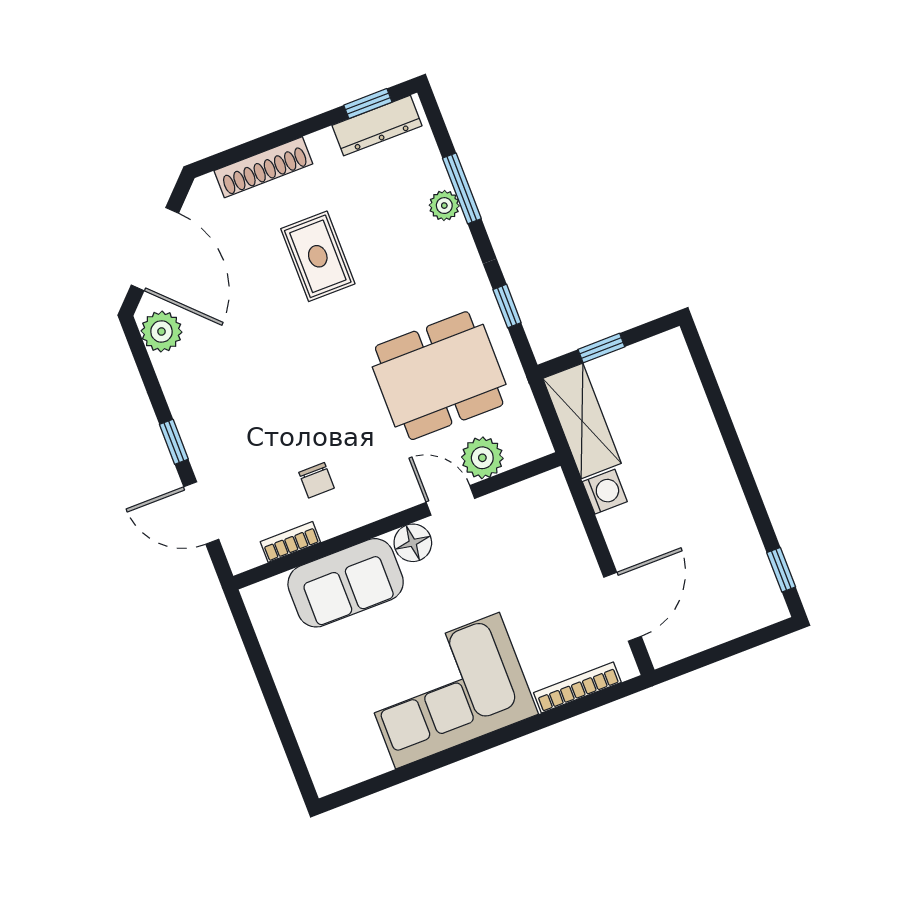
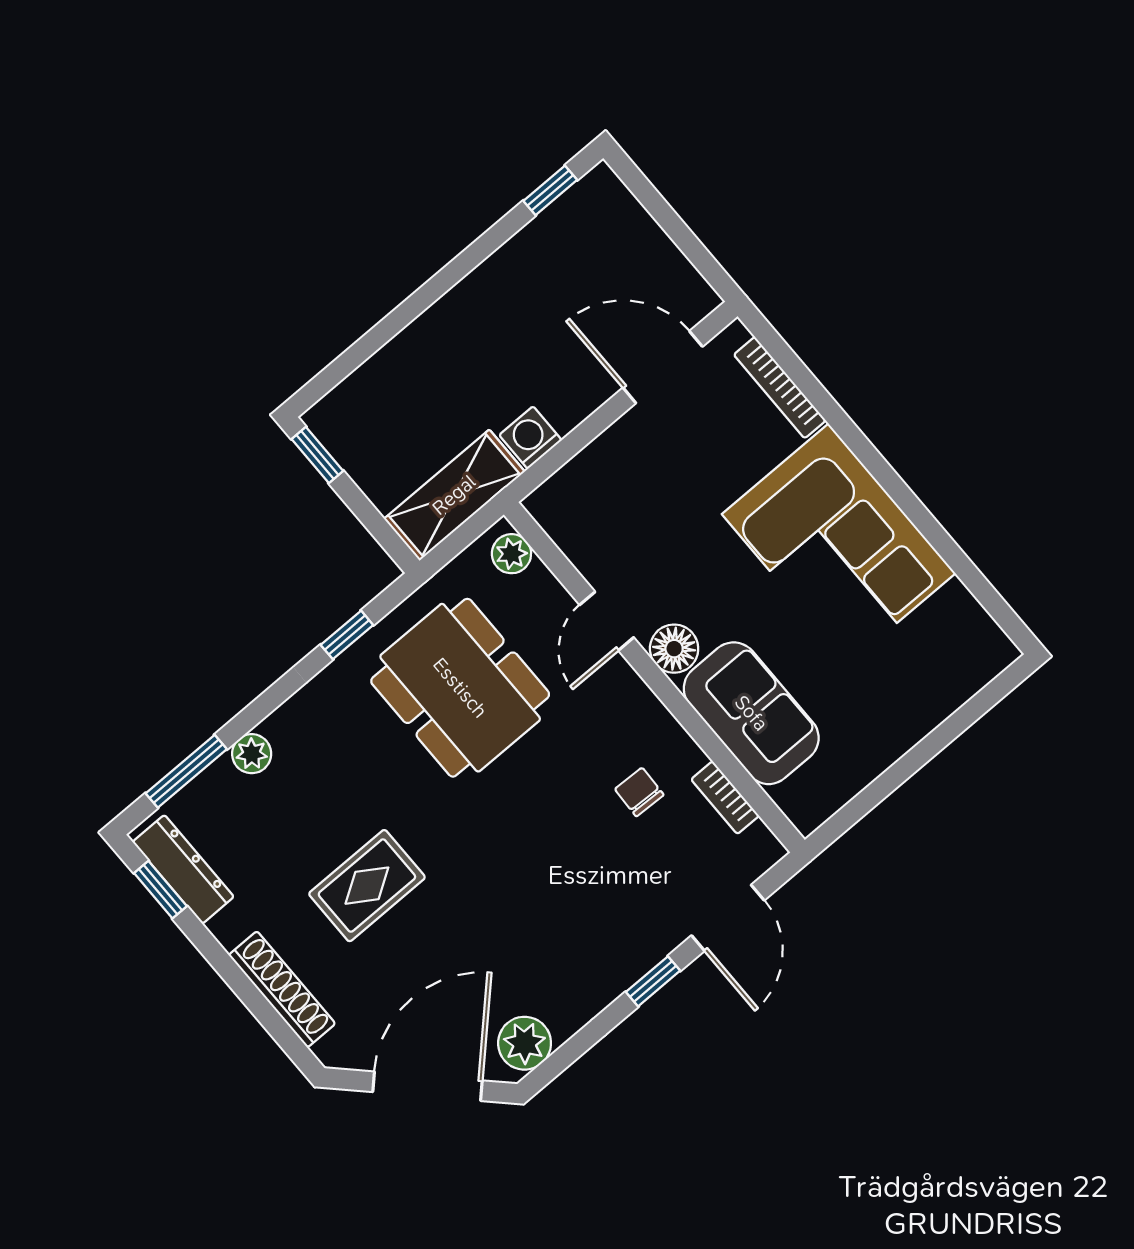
window: (462, 188) -> (186, 771), moved
window: (601, 348) -> (317, 455), moved
plant: (482, 458) -> (511, 554), moved, width x0.73, depth x0.73
chair: (317, 480) -> (639, 792), turned -88

